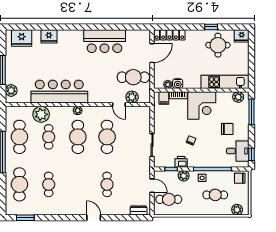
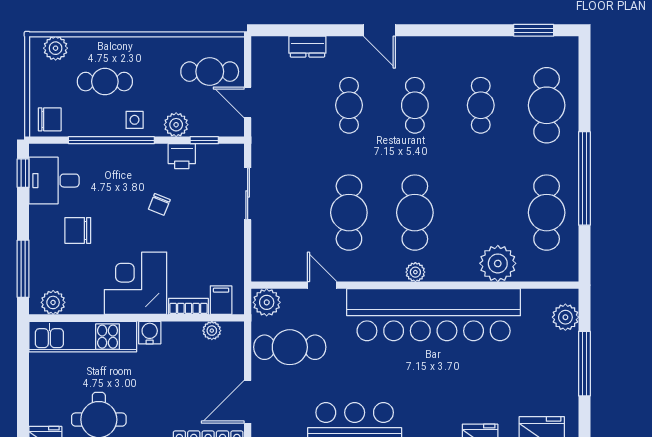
water cooler: (178, 84) -> (150, 333), moved
bar counter: (59, 92) -> (434, 315), width x1.36
plant: (132, 97) -> (267, 302), moved
cafe table: (49, 137) -> (415, 105), moved
dresser: (139, 210) -> (307, 47), moved

